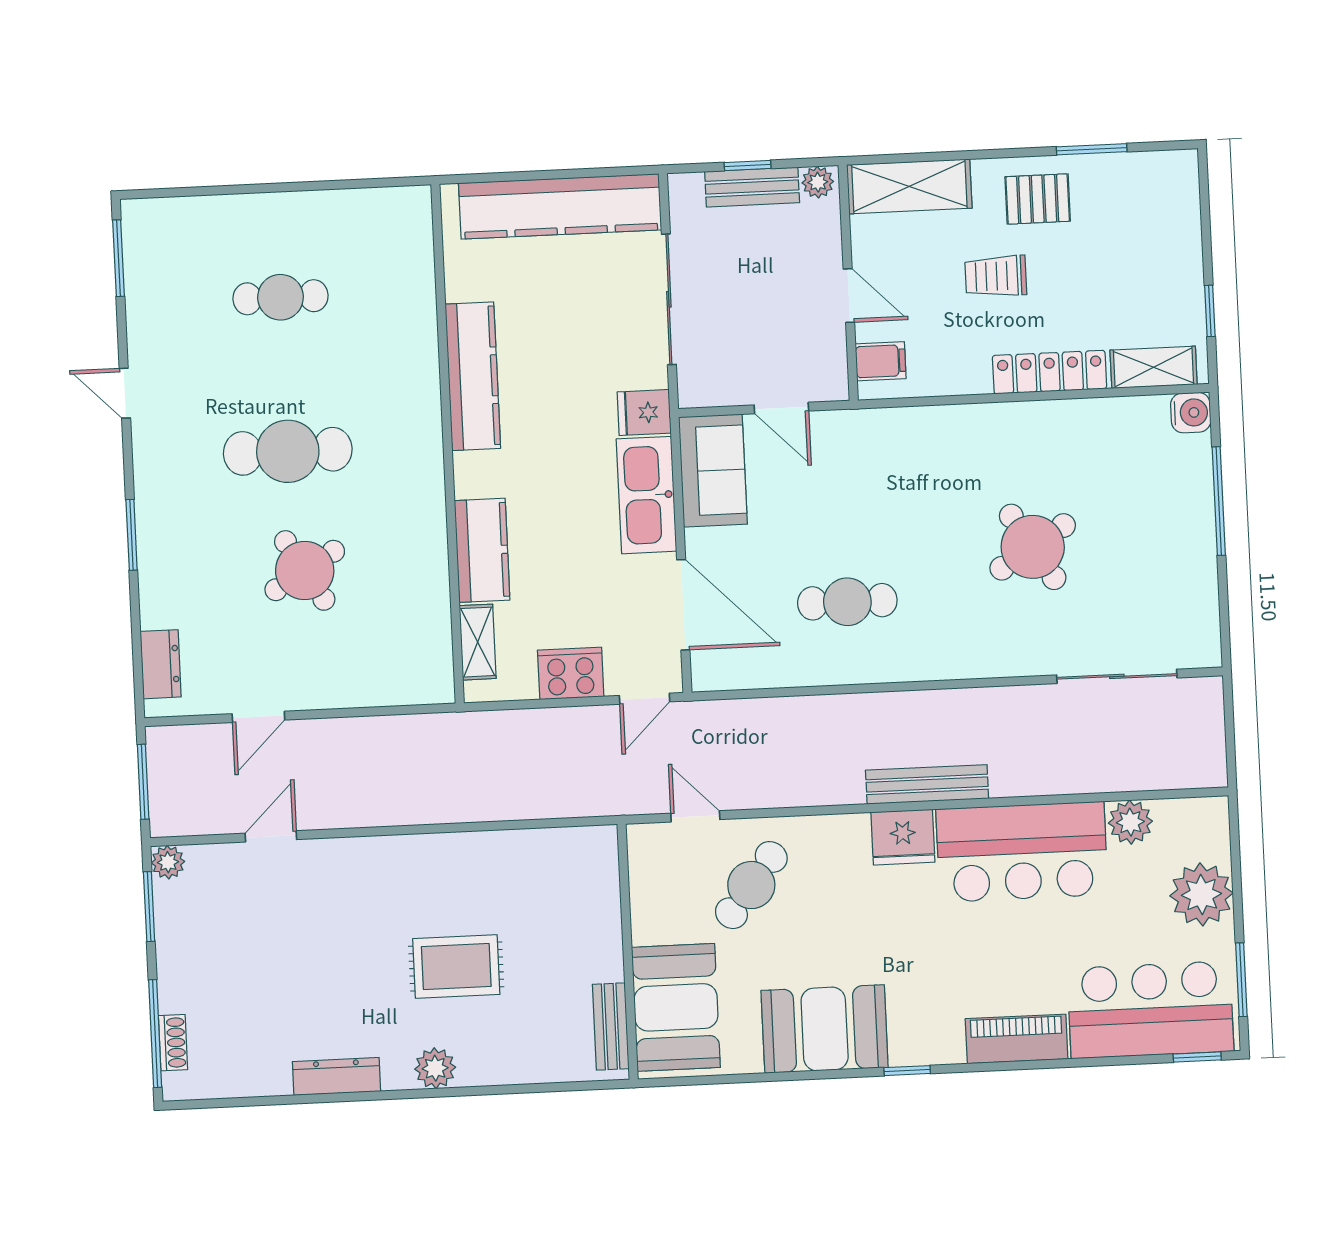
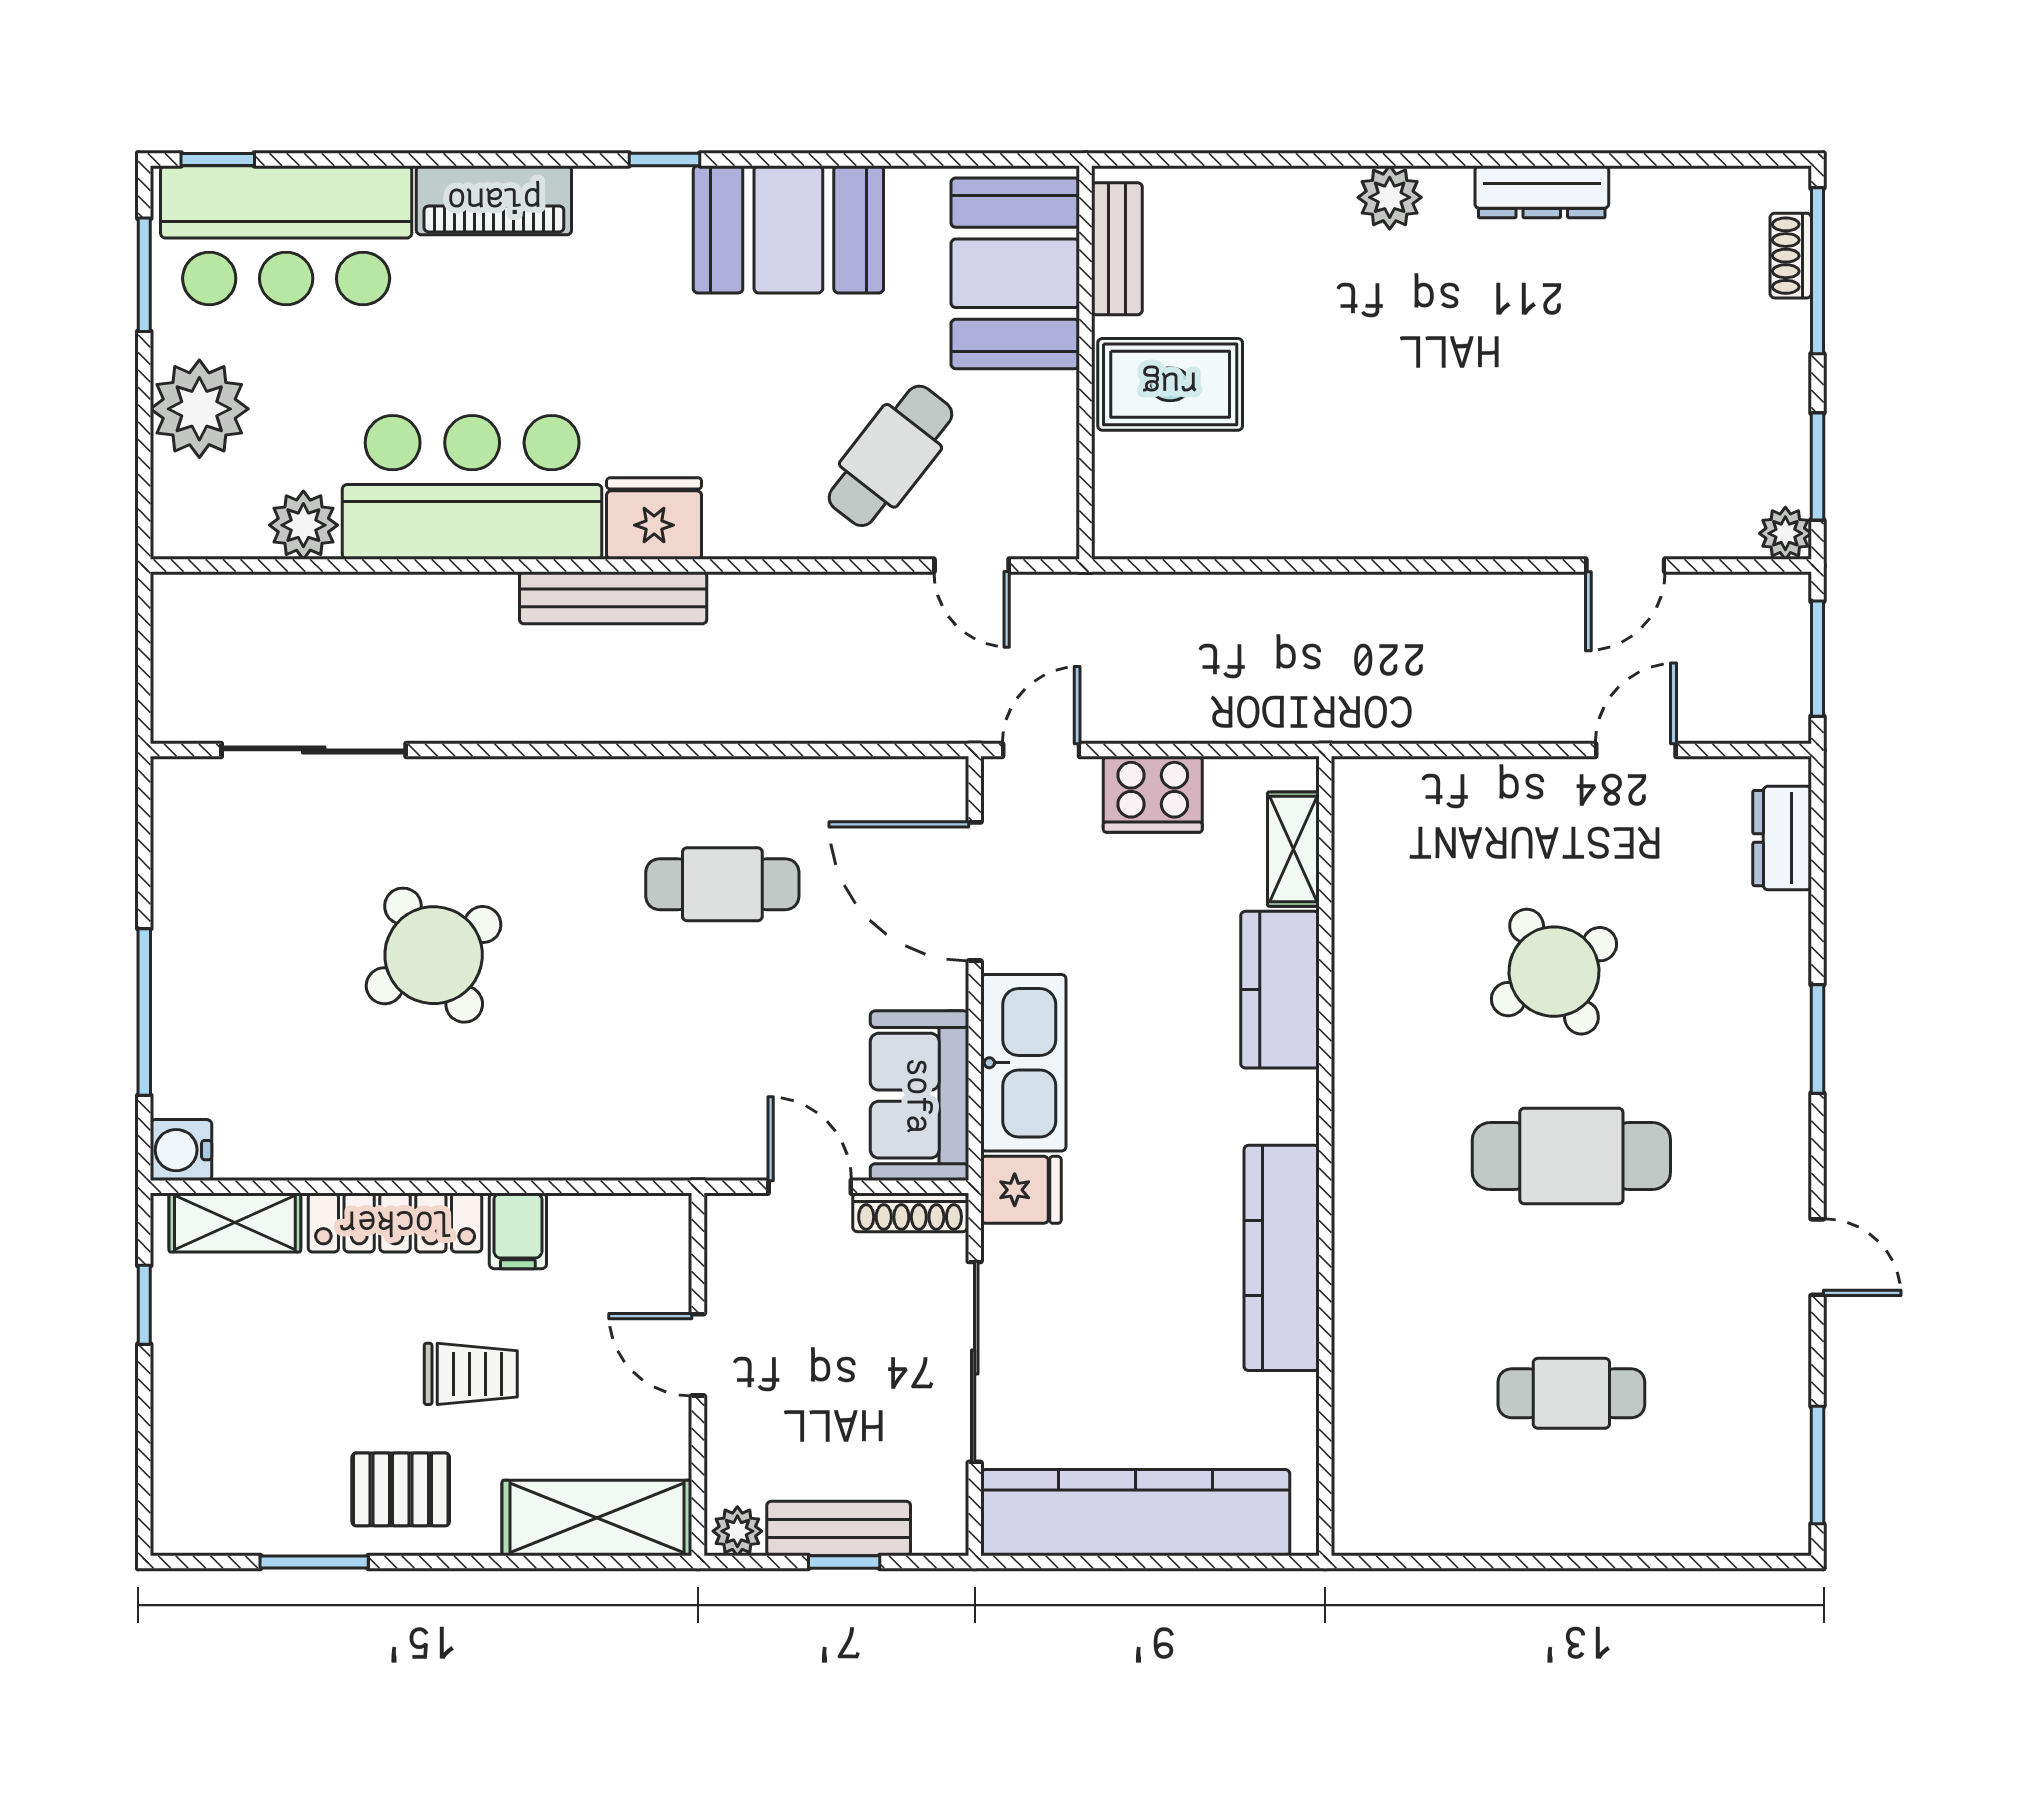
filing cabinet: (881, 361) -> (518, 1231), moved, turned -90
shoe rack: (715, 394) -> (910, 1212), added
rug: (456, 967) -> (1170, 384), moved

